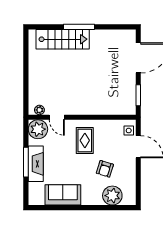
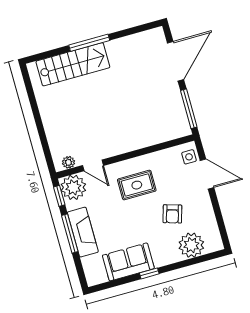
window: (138, 95) -> (189, 109), width x1.44
window: (26, 133) -> (59, 196), added
rug: (85, 140) -> (137, 185), turned 90
window: (76, 208) -> (149, 273), added

